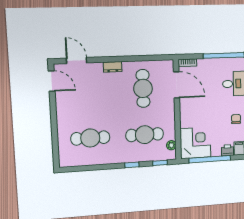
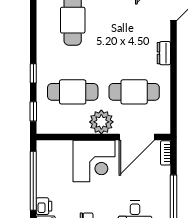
cafe table: (145, 135) -> (73, 92), turned 90
corner desk: (195, 143) -> (94, 161), moved
plant: (171, 145) -> (101, 122), moved, width x1.88, depth x1.88

